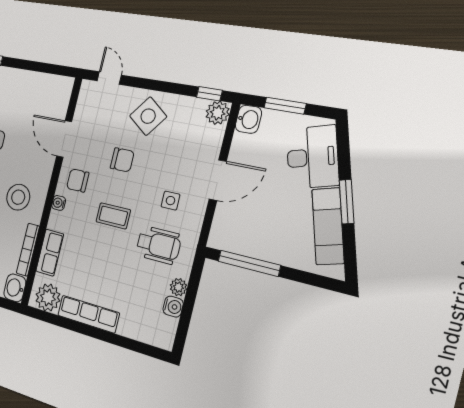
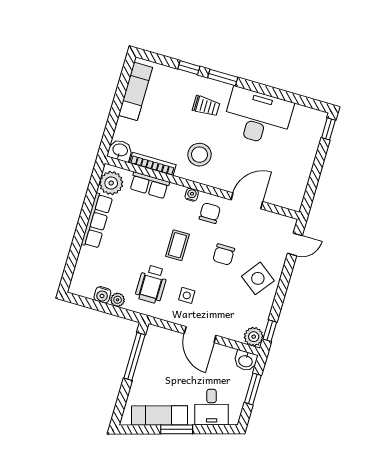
desk: (312, 157) -> (212, 407), width x0.73

